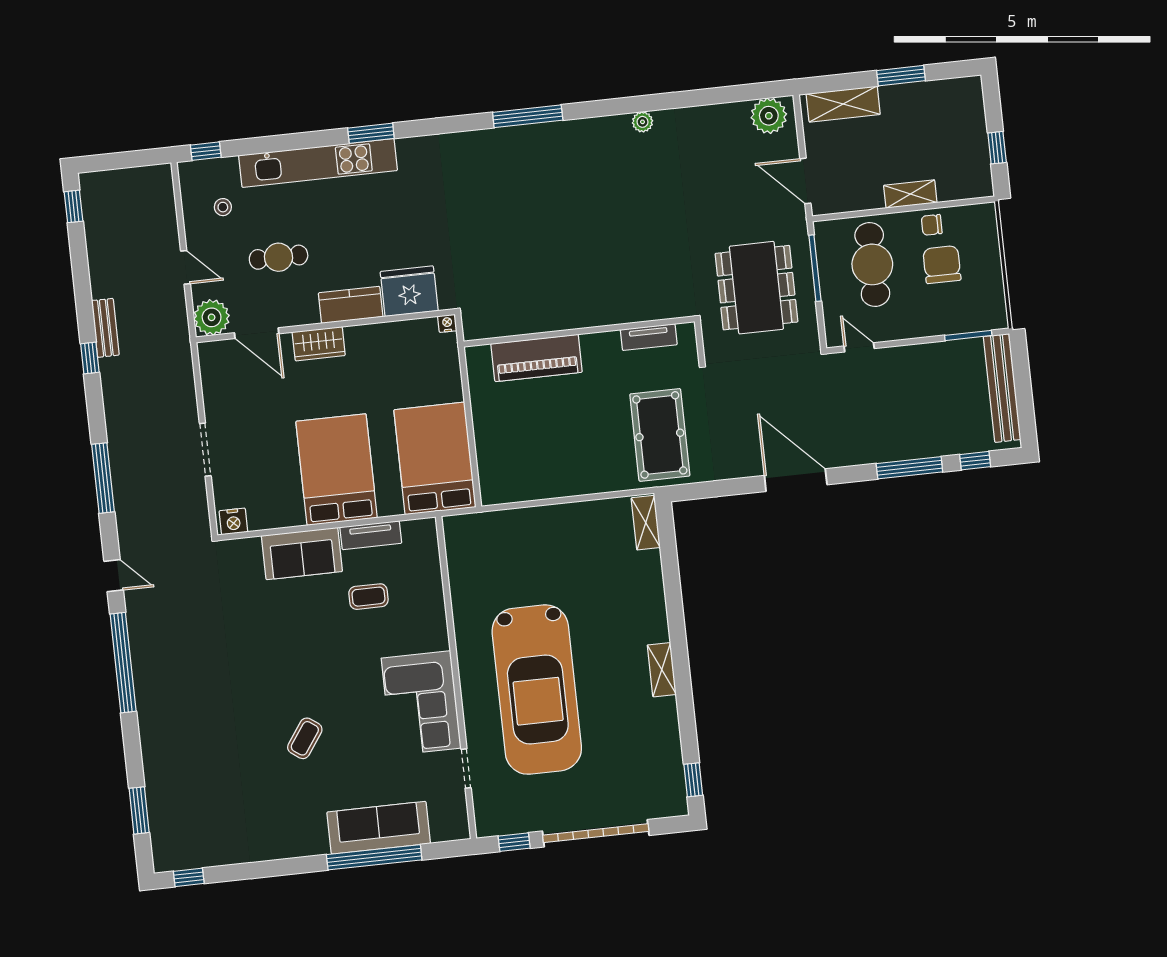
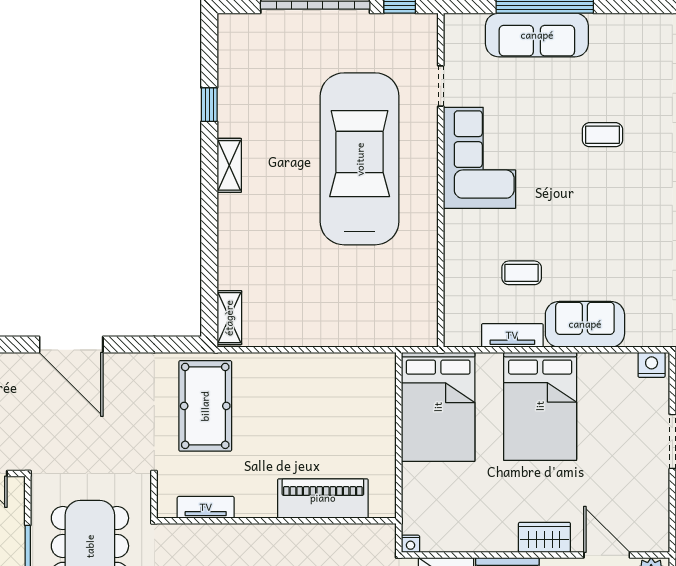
coffee table: (305, 738) -> (603, 135), turned 55
window: (693, 780) -> (209, 105), moved

